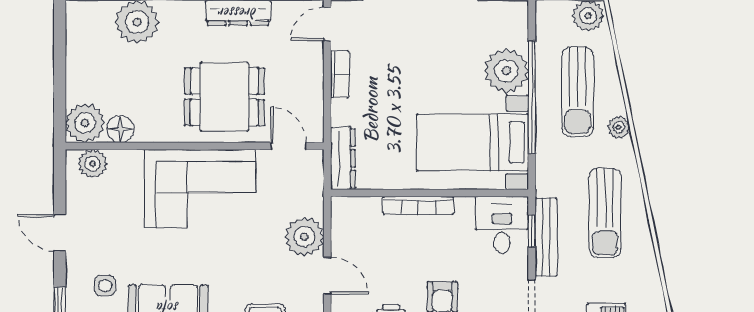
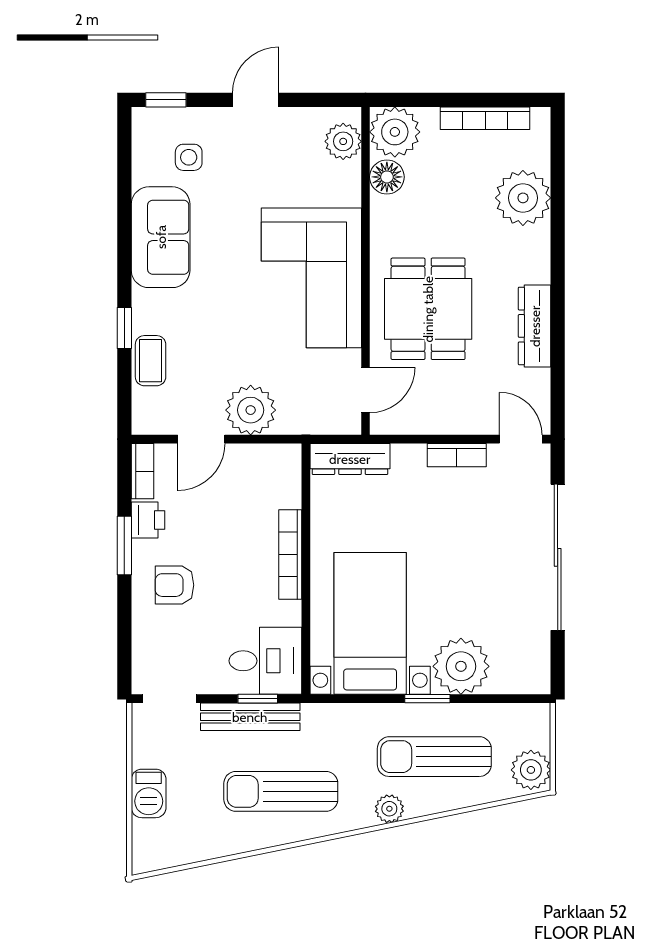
bookcase: (74, 52) -> (485, 118), added
window: (532, 97) -> (427, 699), width x0.32

